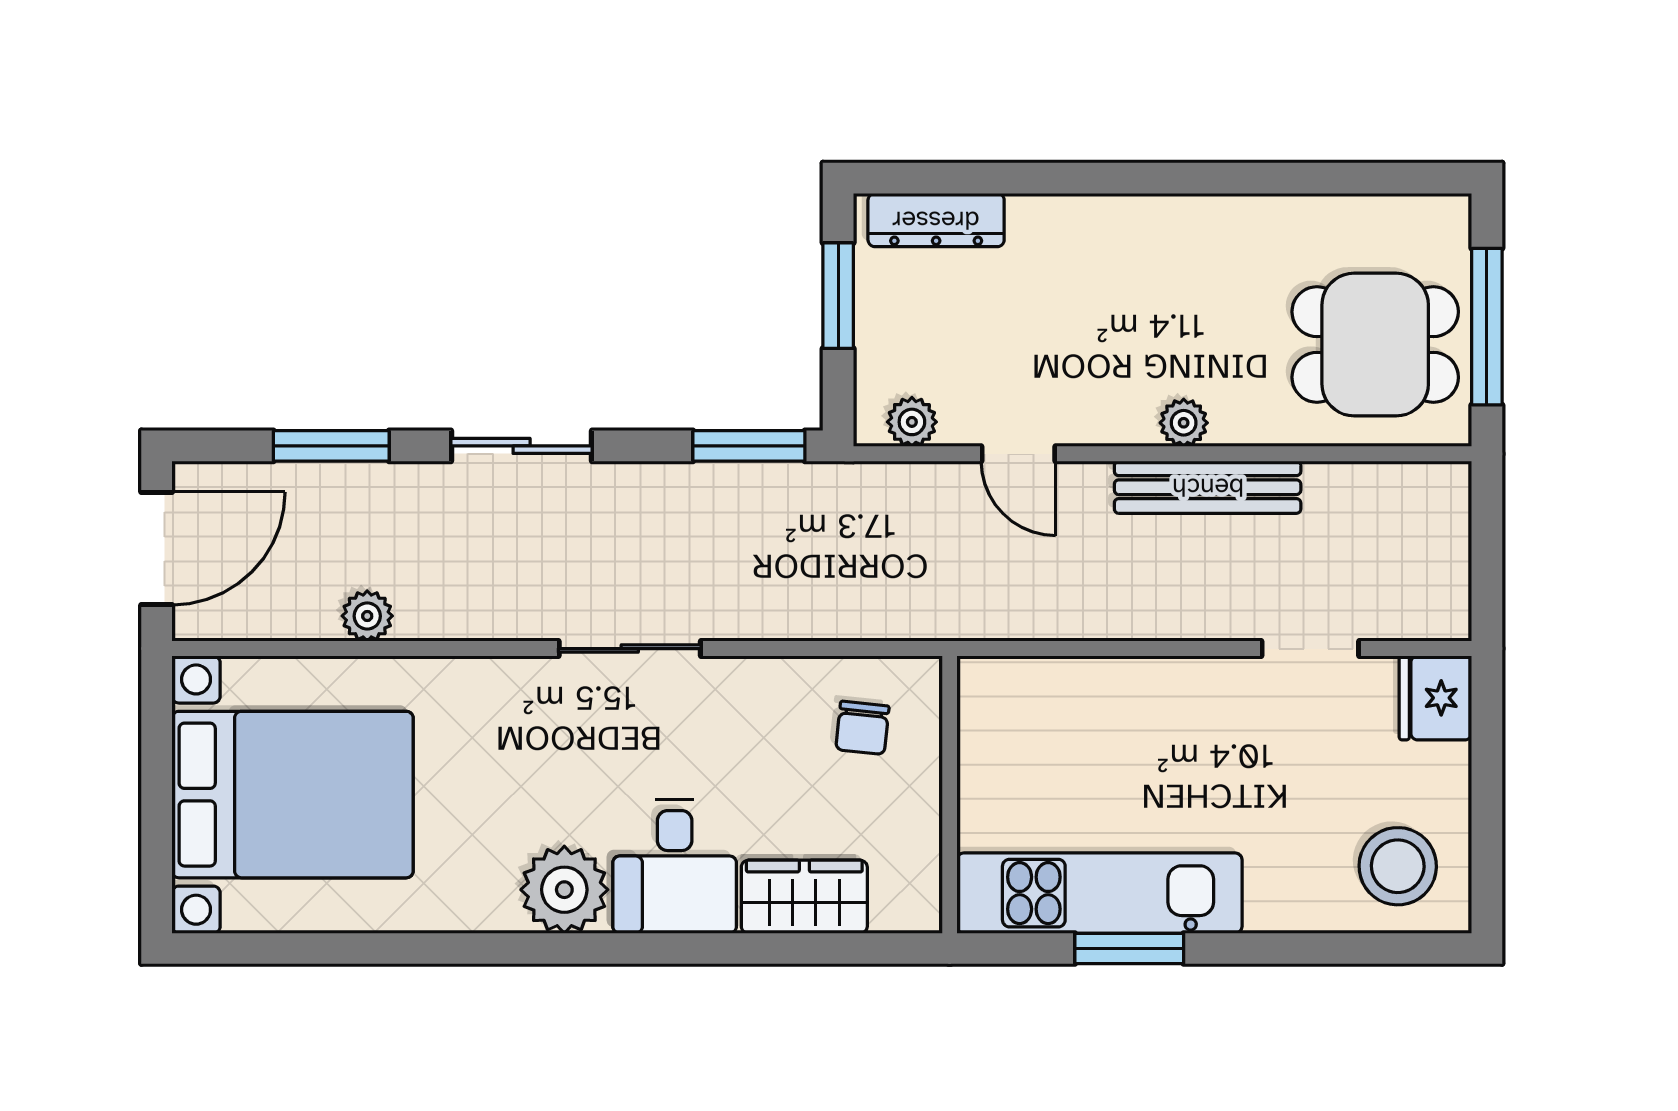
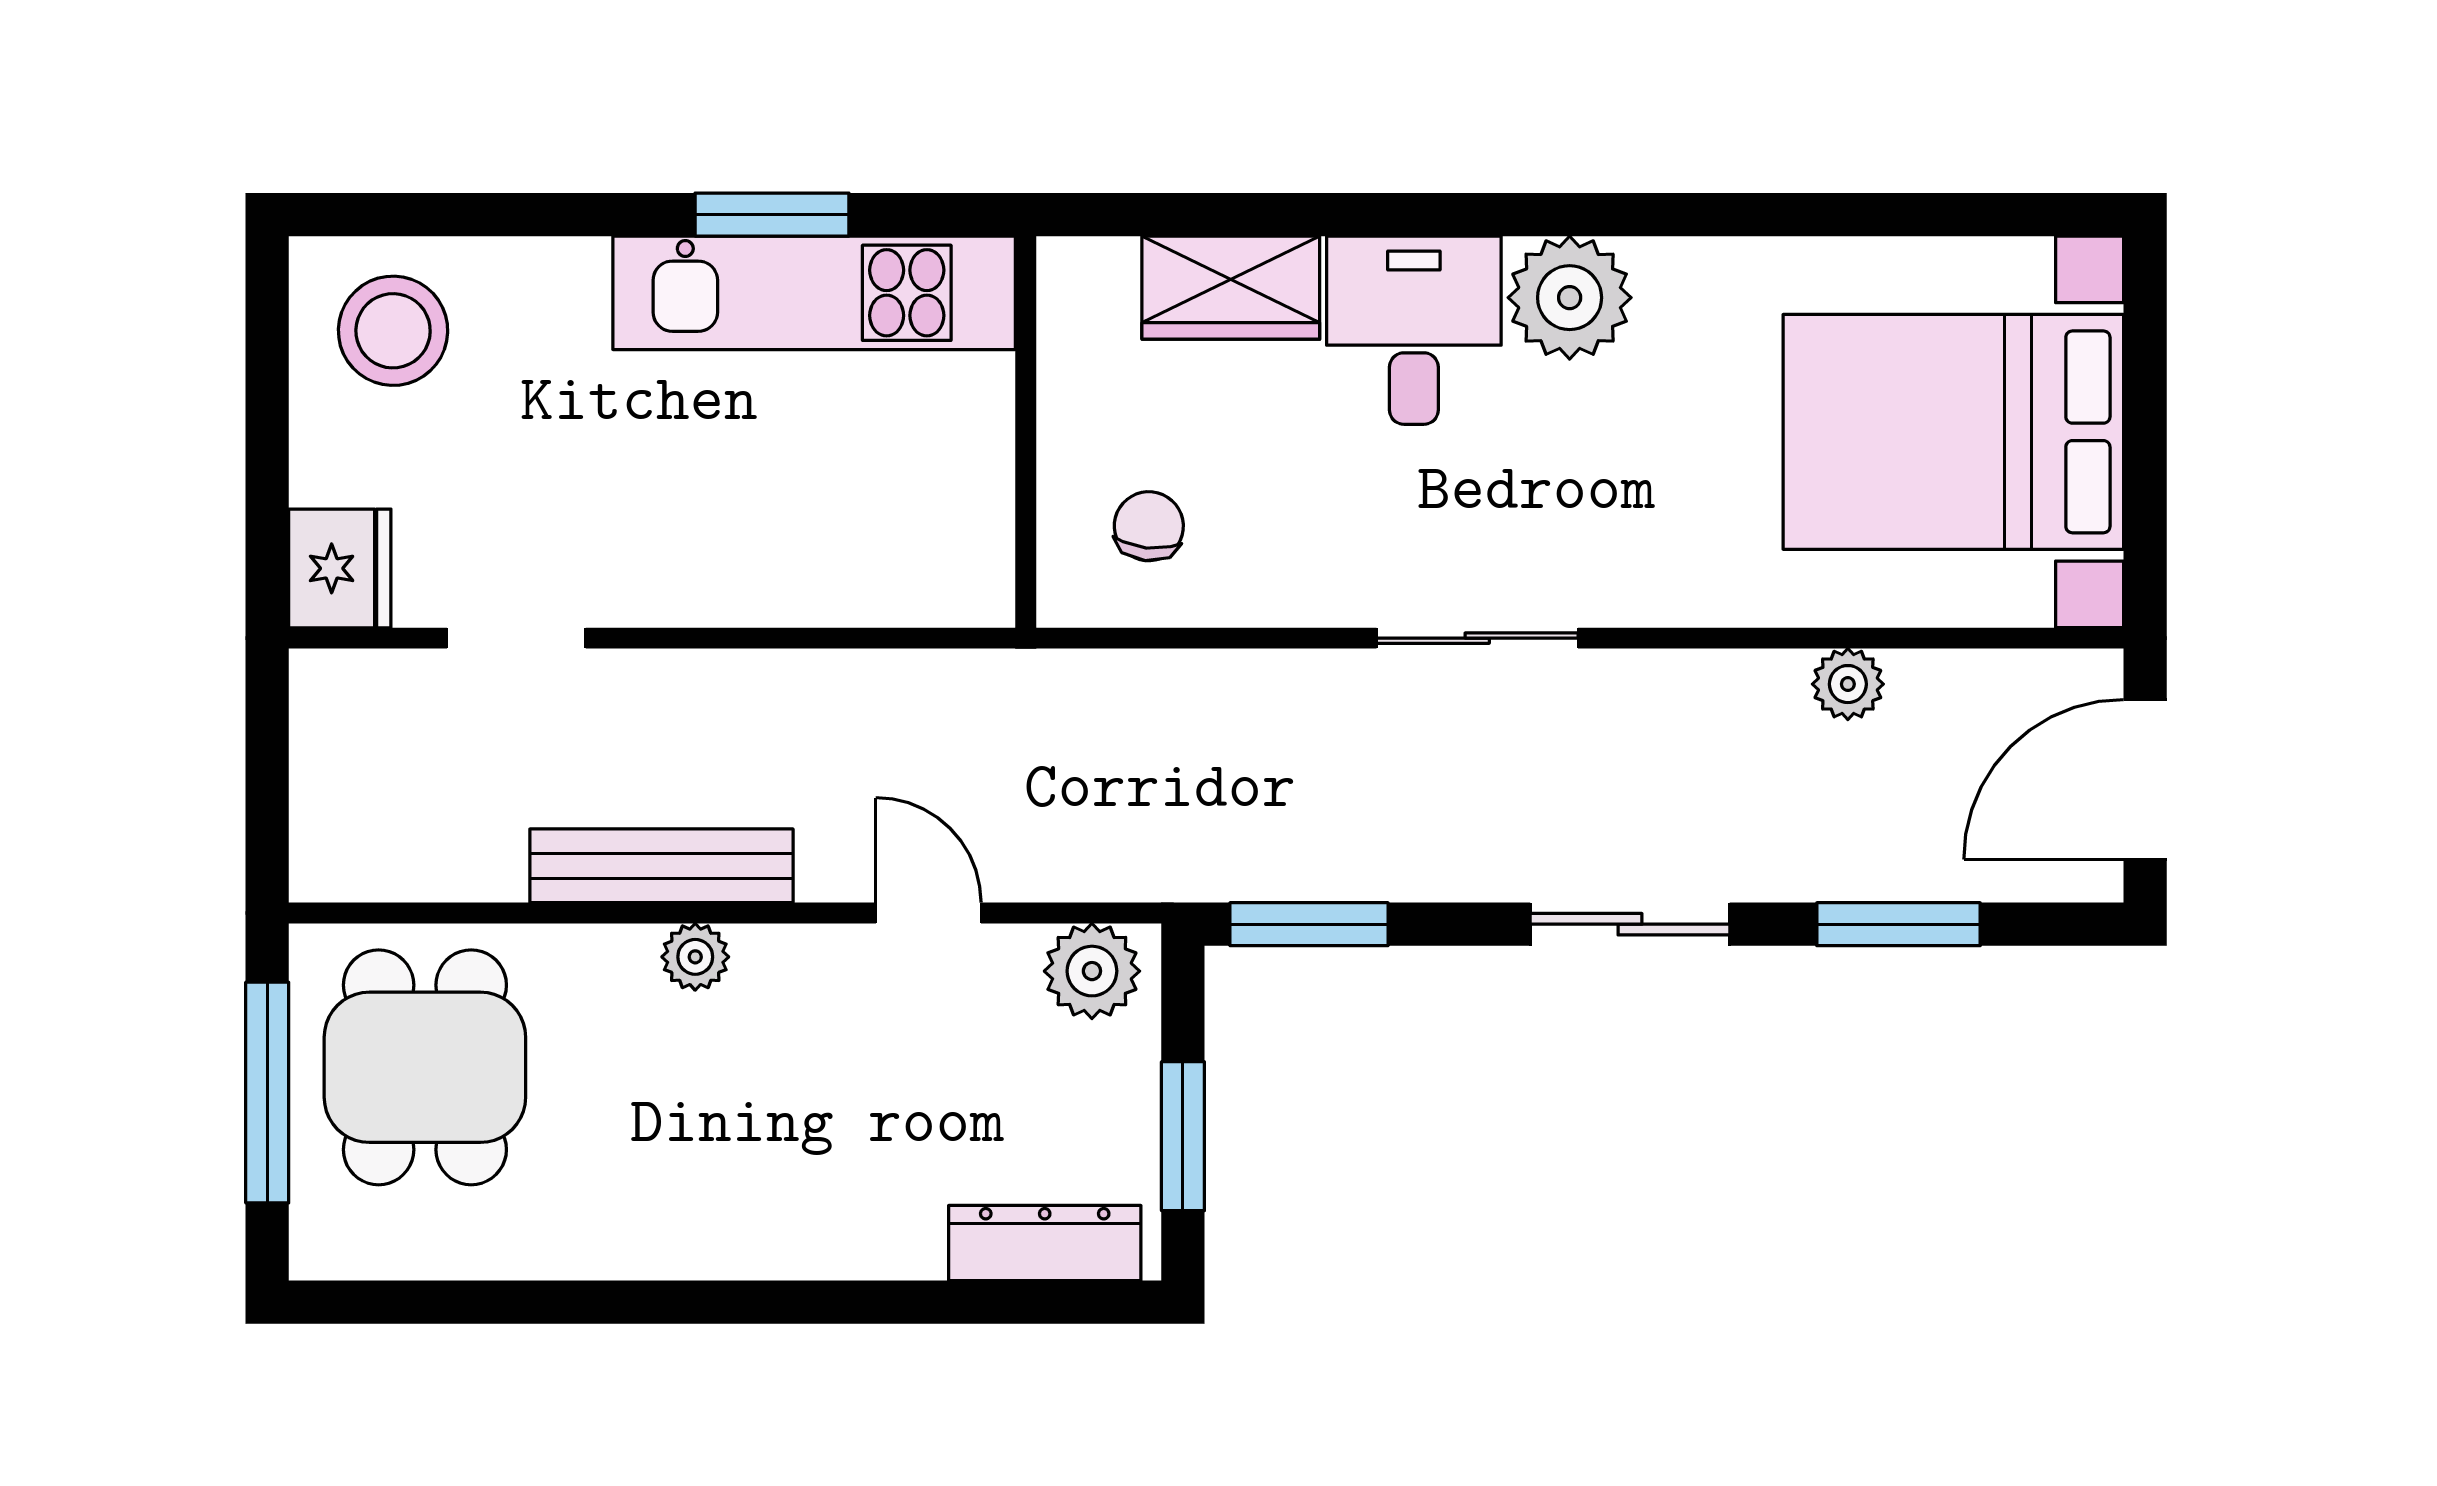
dining table: (1375, 345) -> (425, 1067), turned 90
plant: (912, 422) -> (1092, 971), width x1.38, depth x1.38

